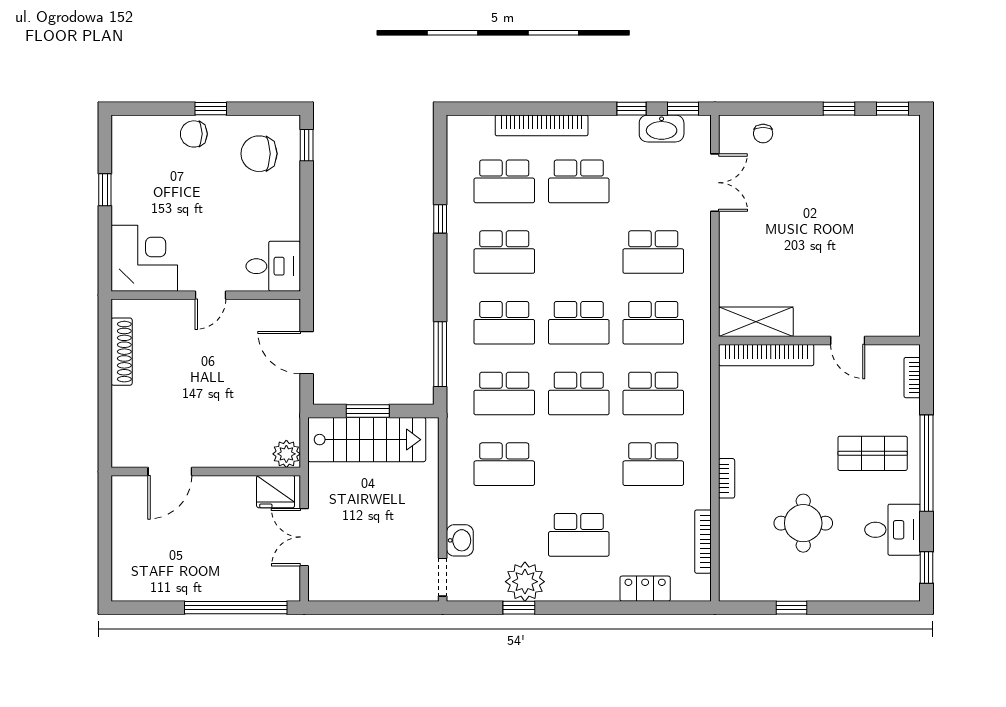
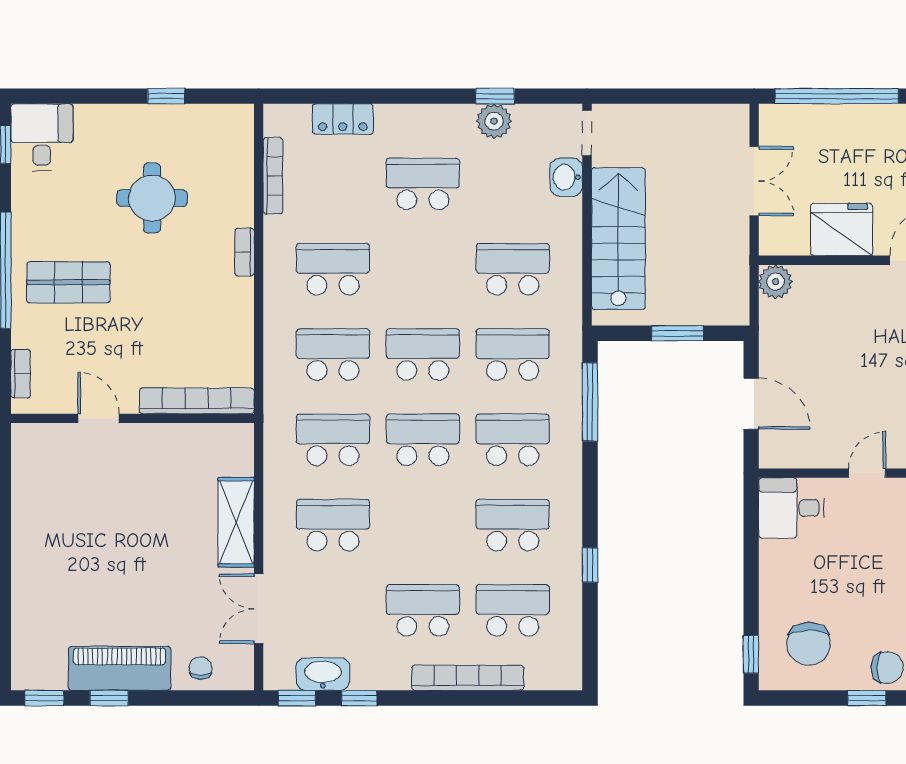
piano: (830, 133) -> (120, 668), added
chair: (259, 154) -> (809, 644), turned 90
shelving: (756, 322) -> (236, 522), moved, turned 90
stairs: (367, 440) -> (618, 239), moved, turned 90
fridge: (276, 492) -> (842, 230), moved, width x1.36, depth x1.34
desk: (893, 530) -> (42, 137), moved, turned 90
plant: (525, 582) -> (494, 121), width x0.73, depth x0.73

